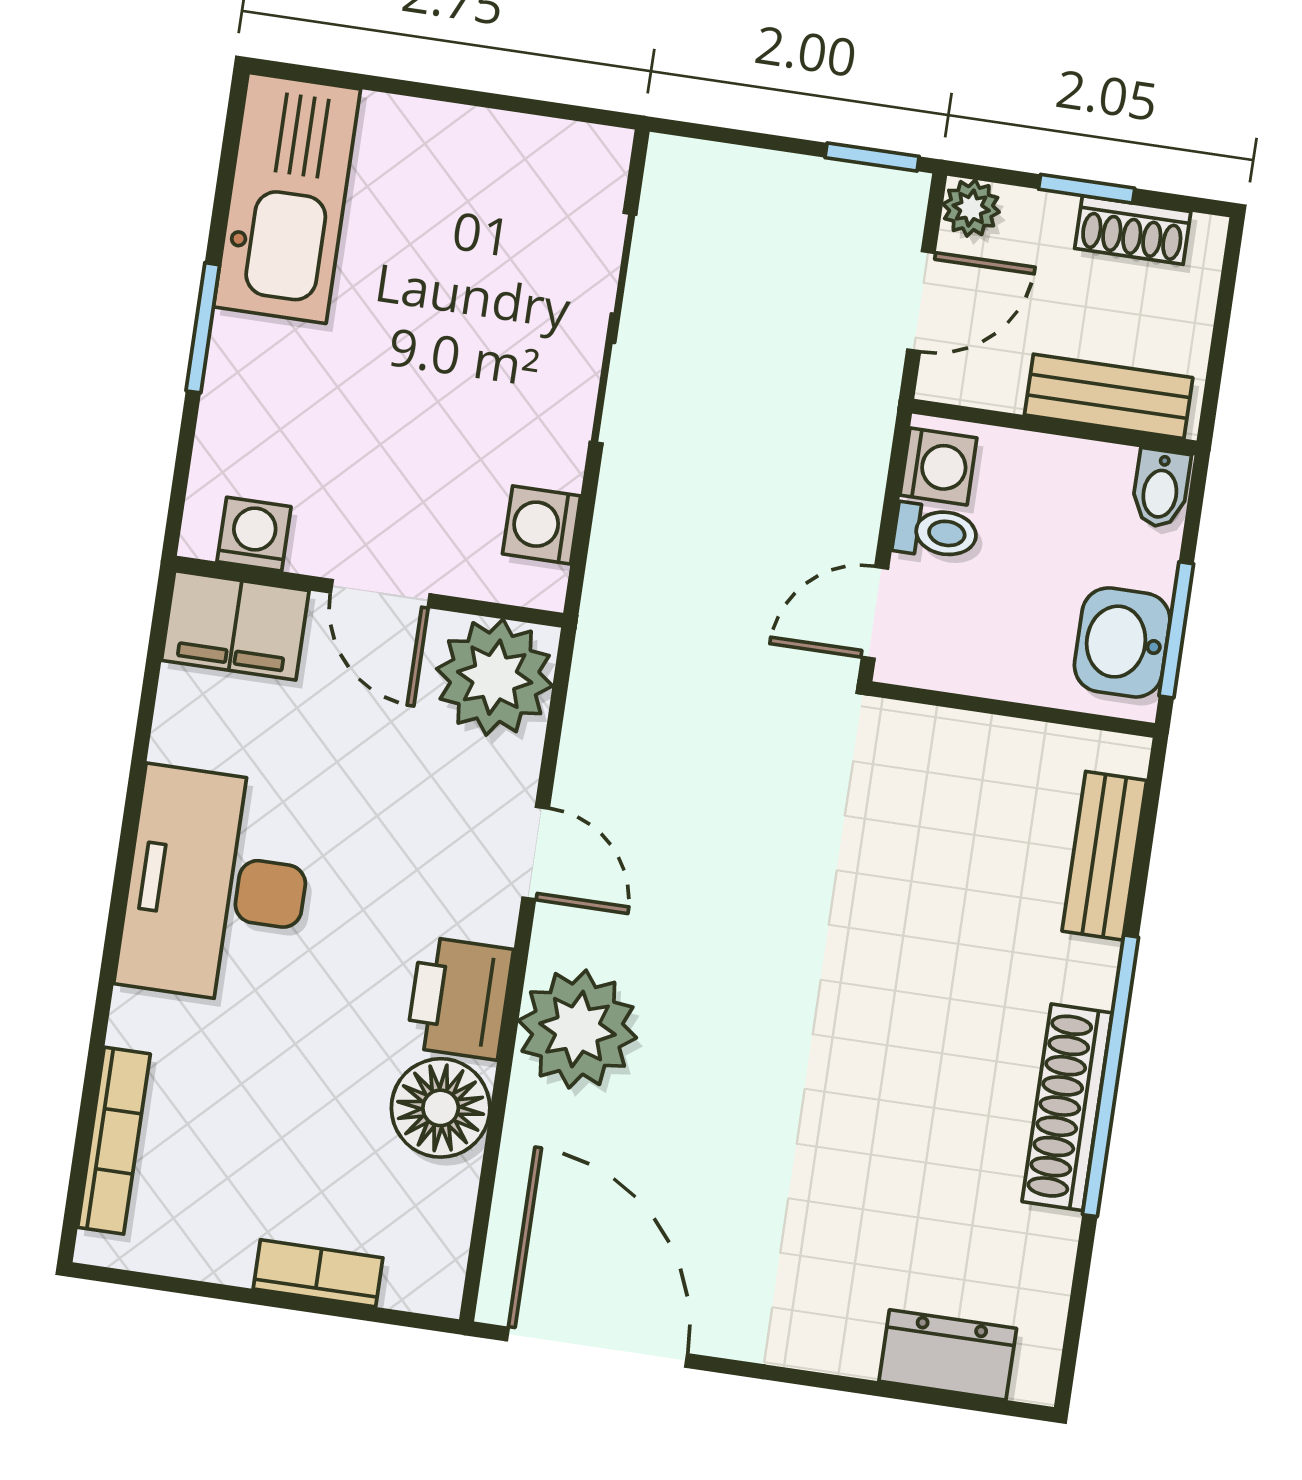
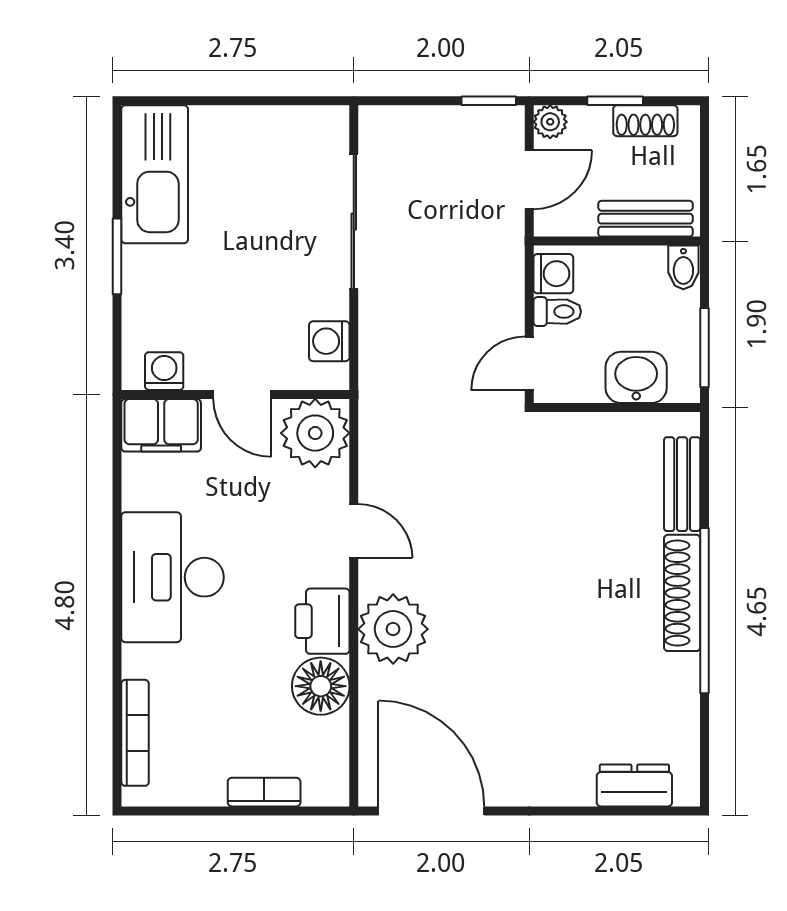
washbasin: (1122, 642) -> (636, 377), moved, turned 90
shoe rack: (1067, 1107) -> (682, 593), moved

